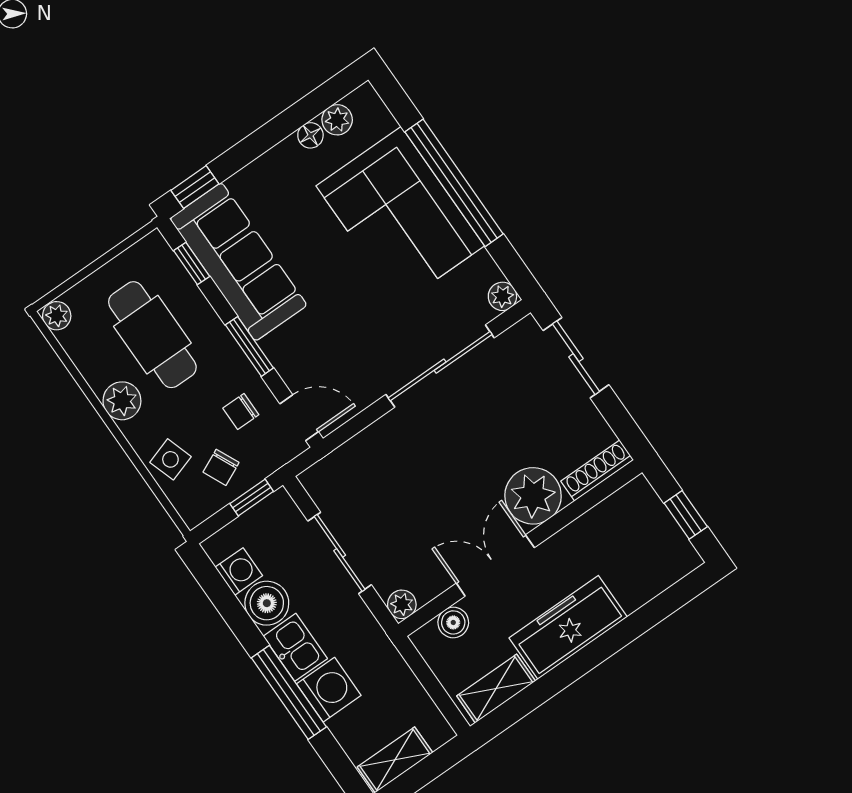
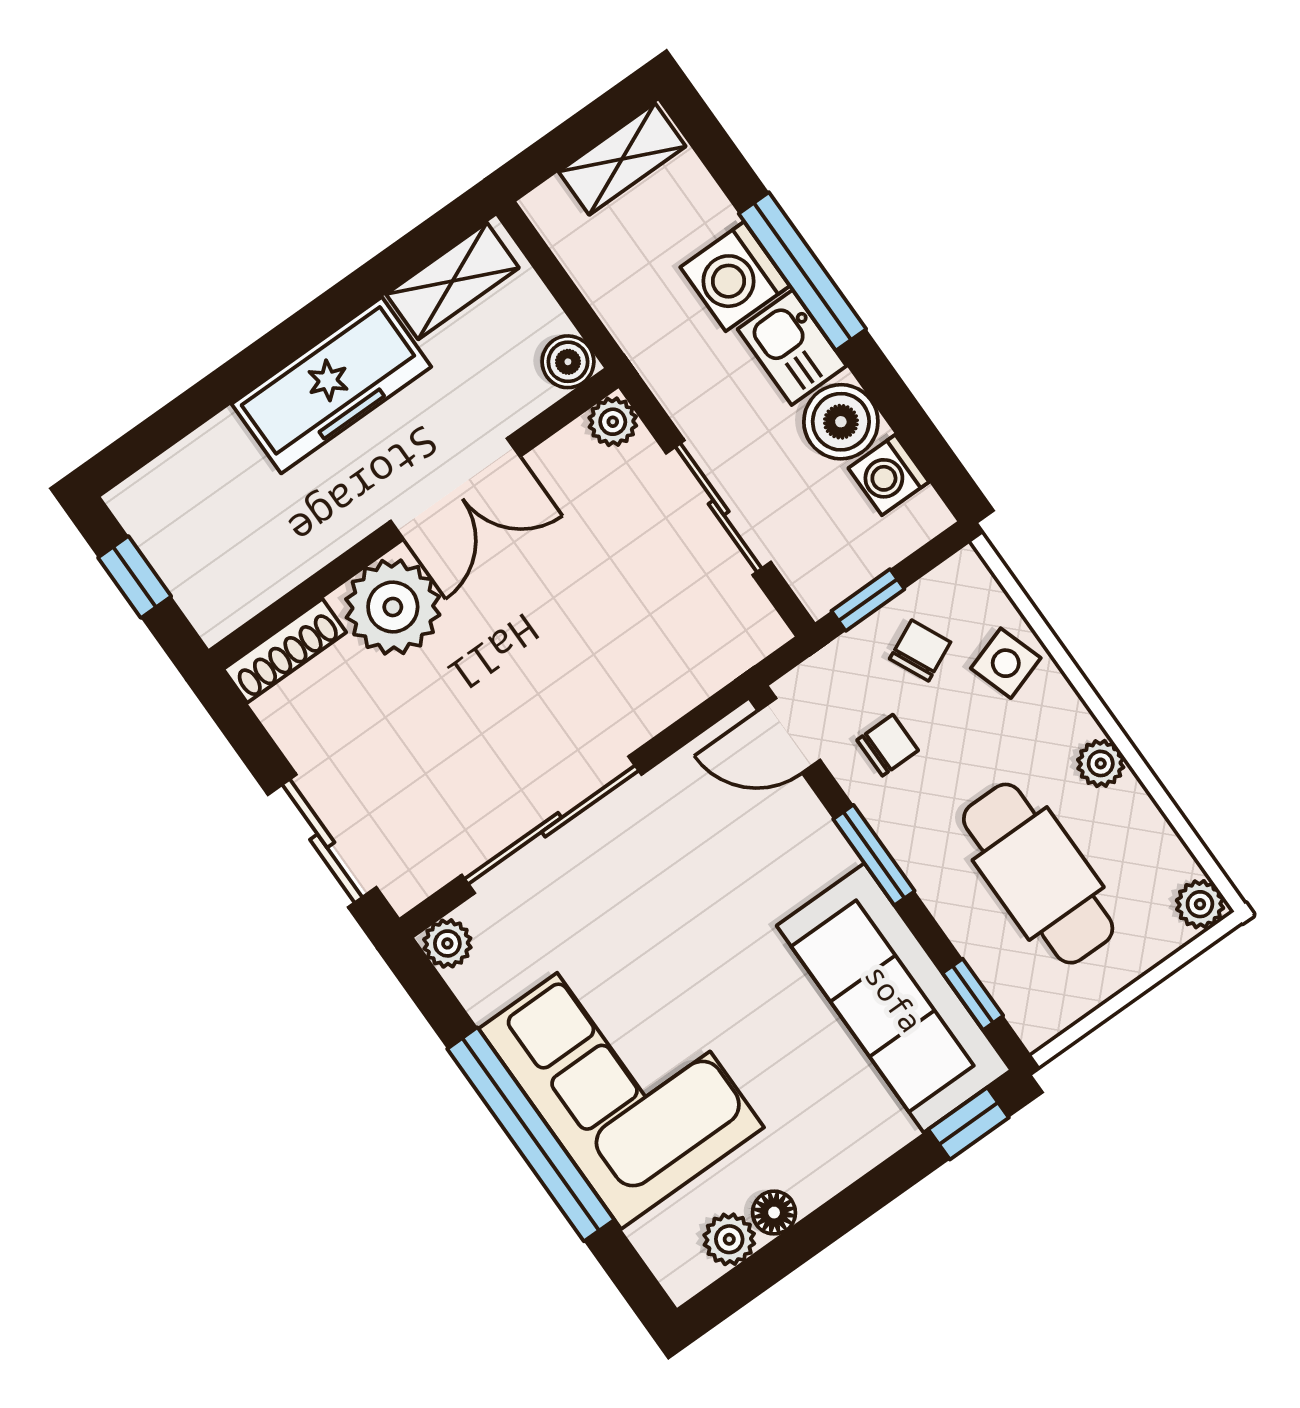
plant: (122, 401) -> (1101, 763), width x0.73, depth x0.73
boiler: (453, 622) -> (568, 362), moved

